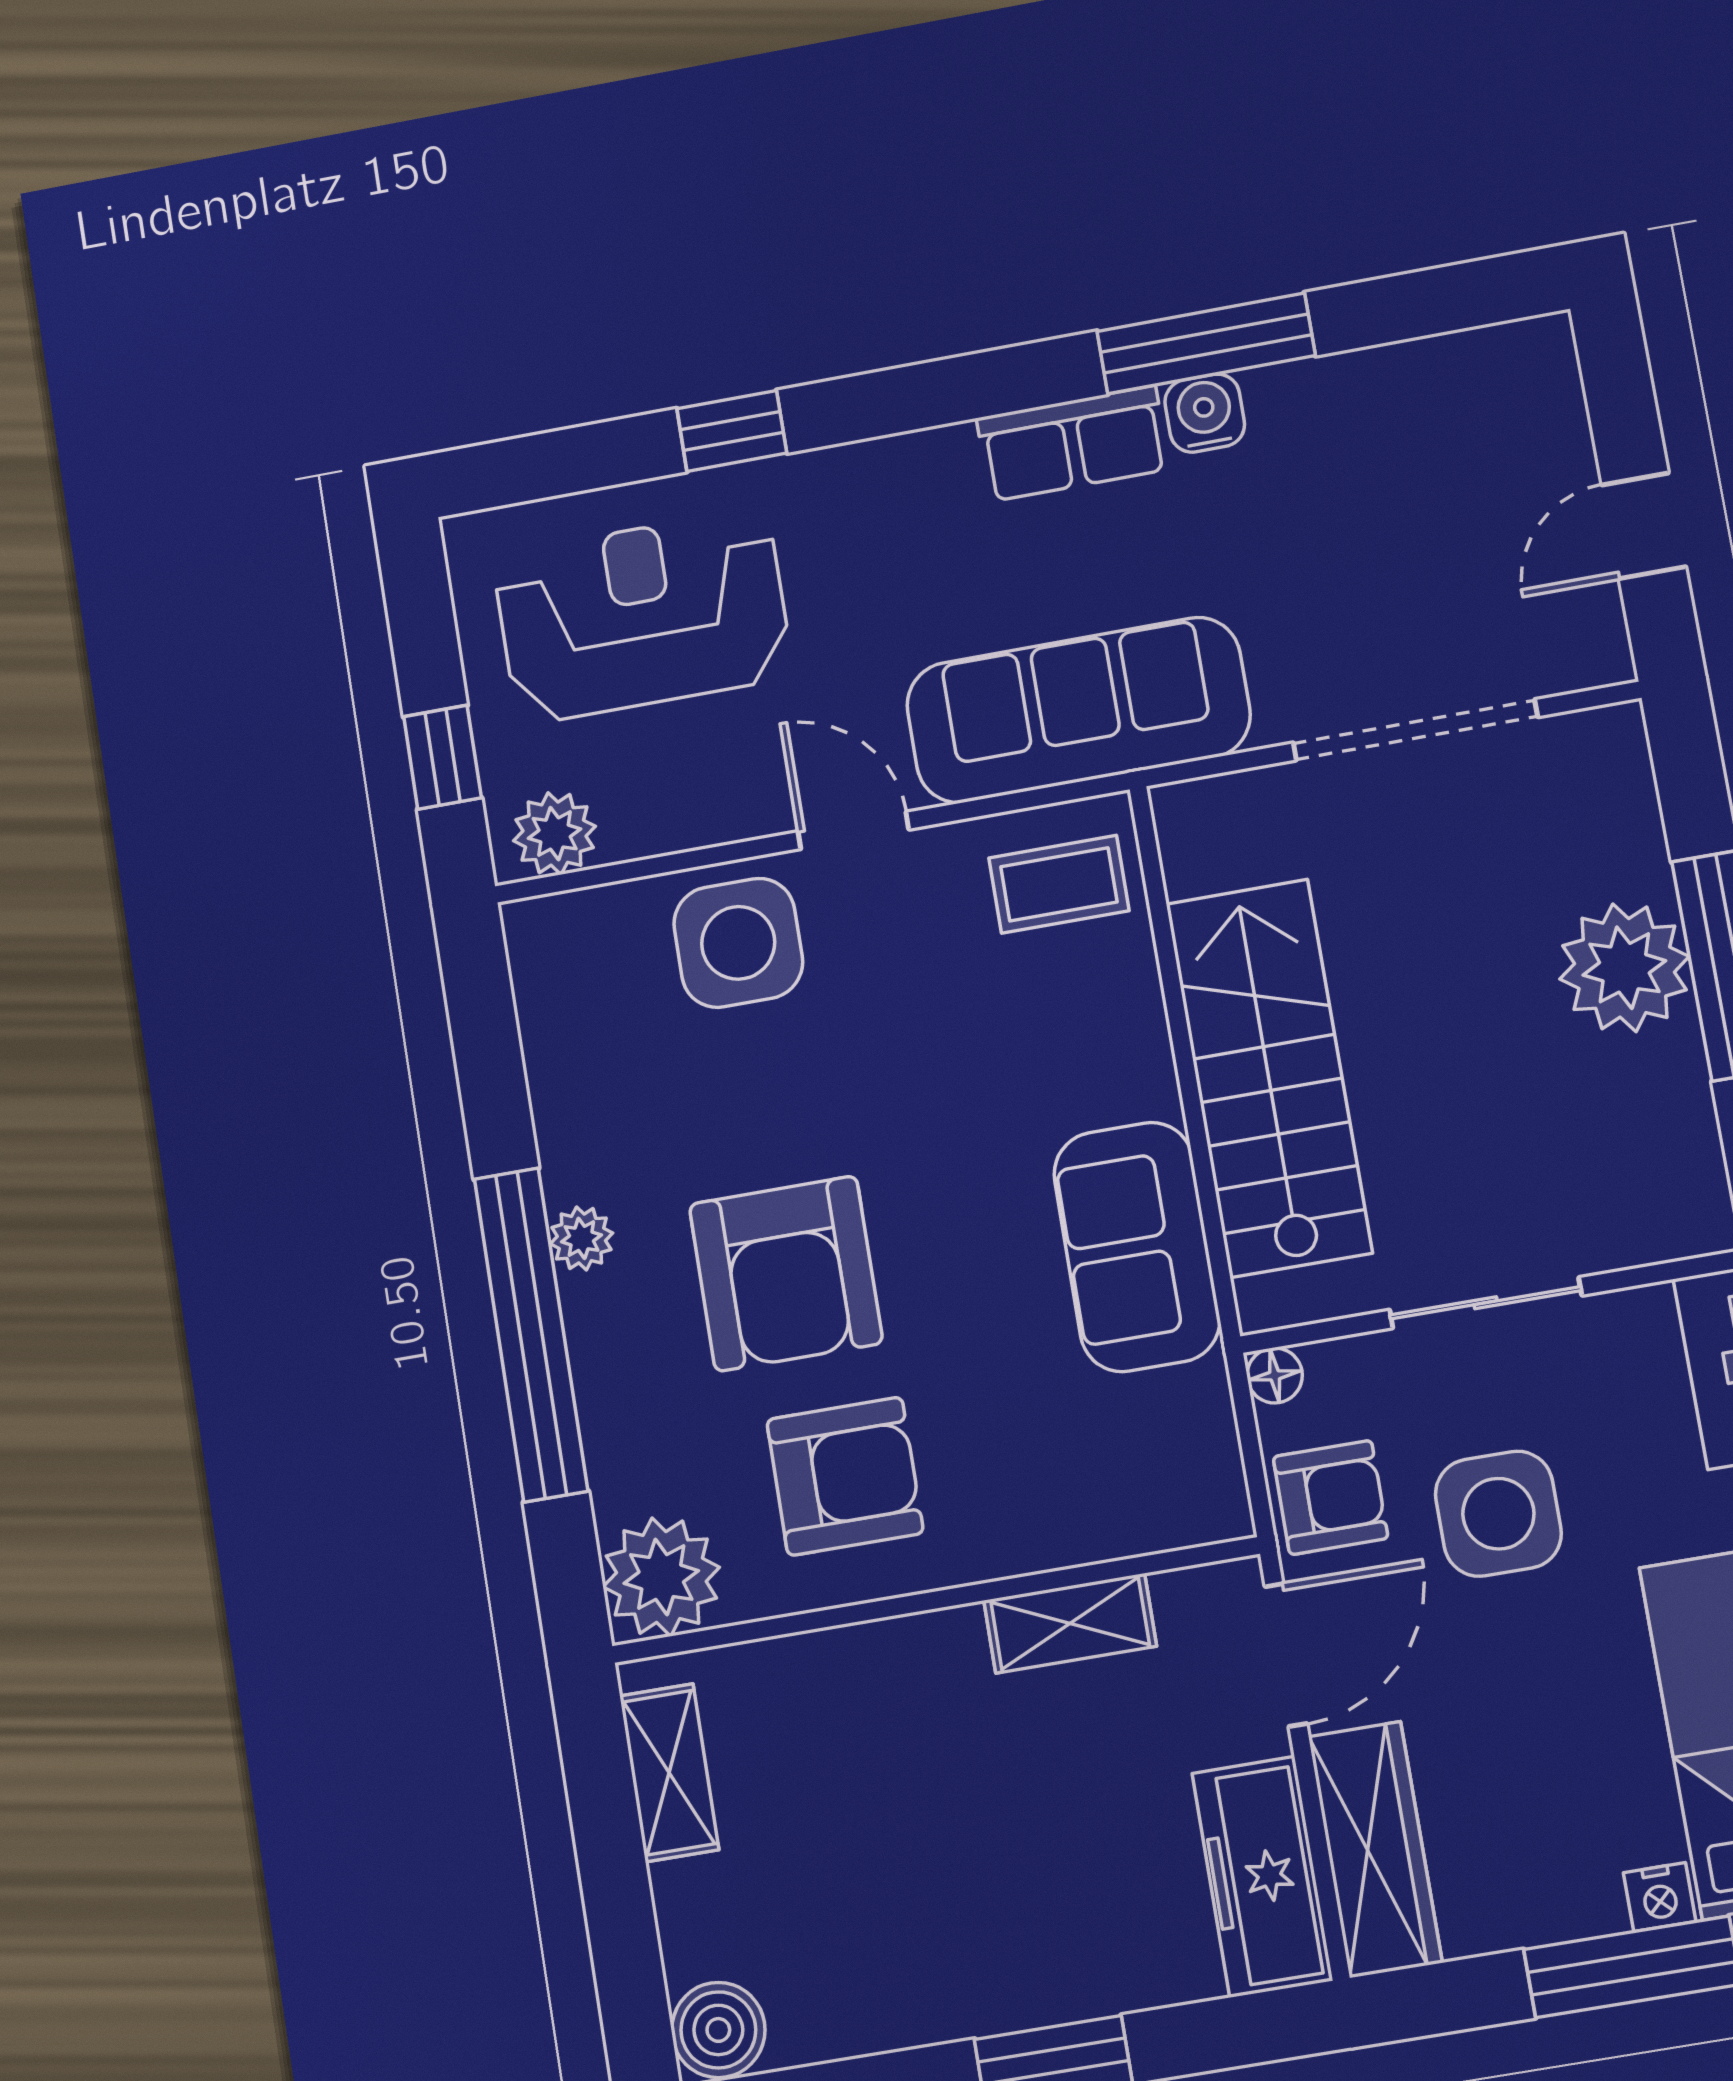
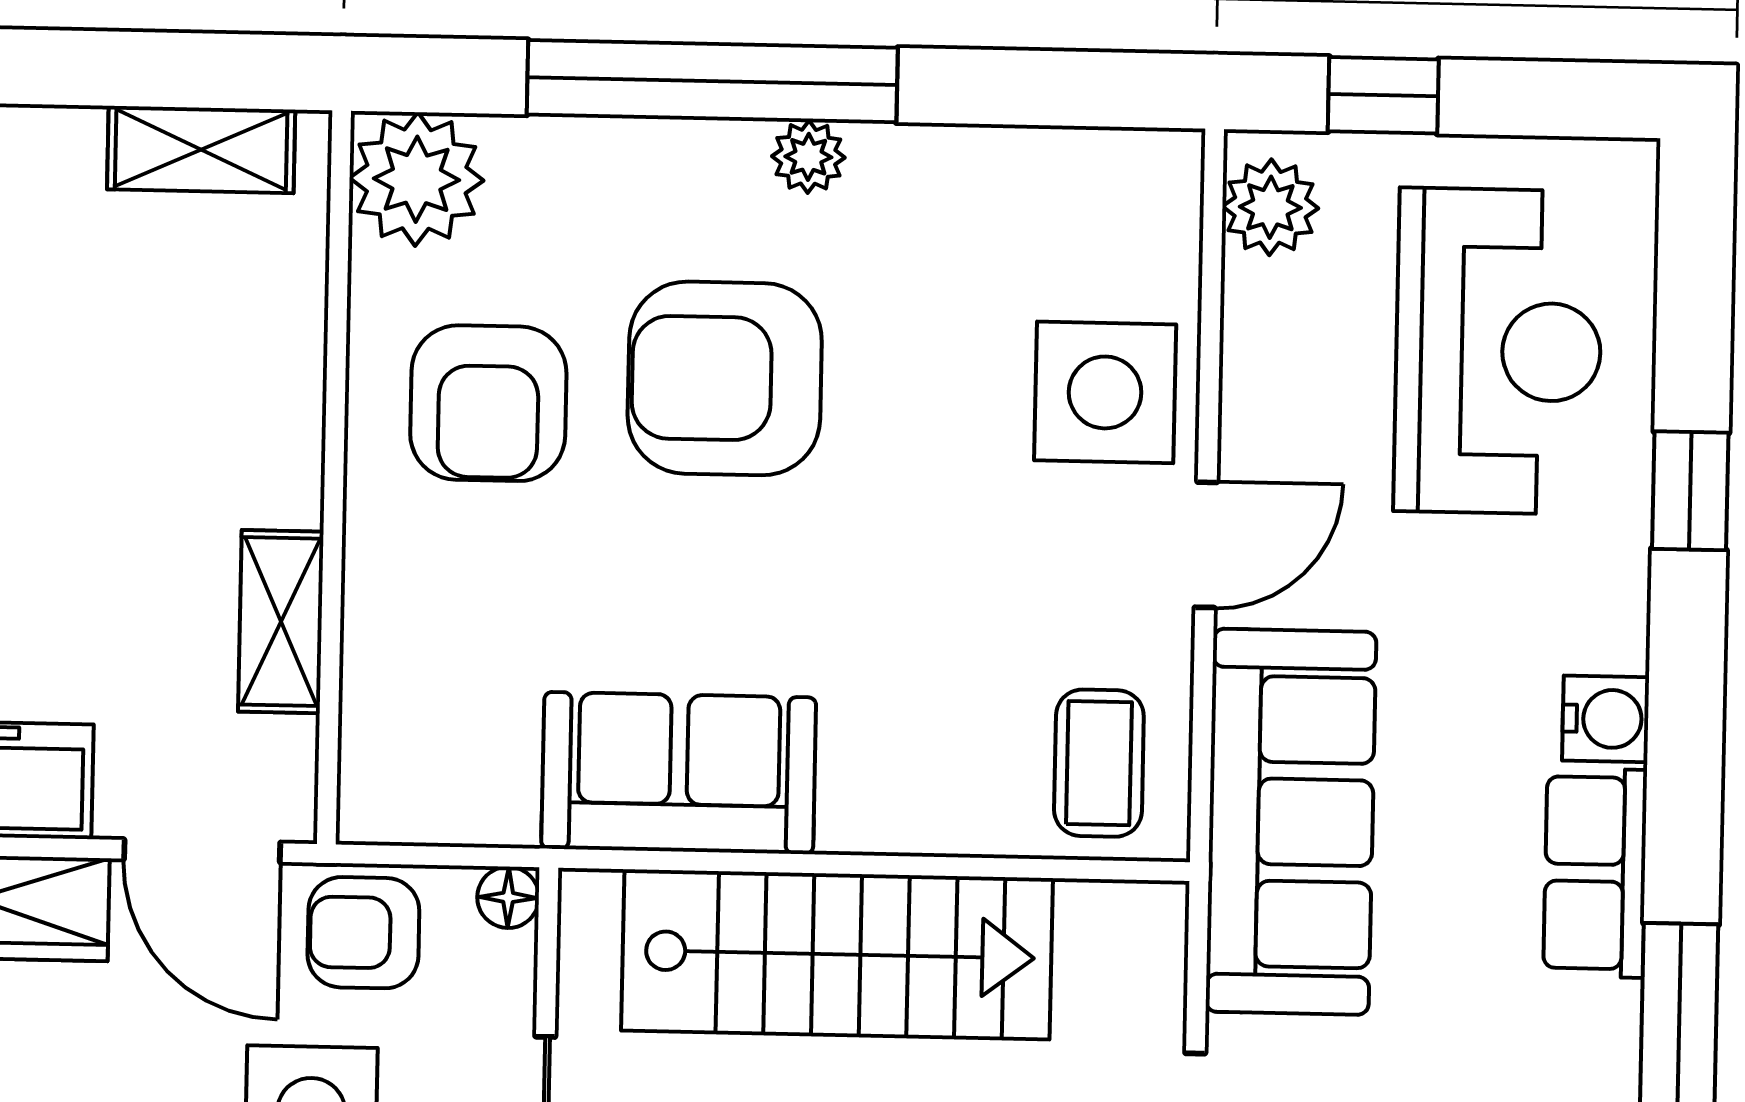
water cooler: (1205, 413) -> (1606, 719), moved
armchair: (1331, 1498) -> (363, 933), turned 90

